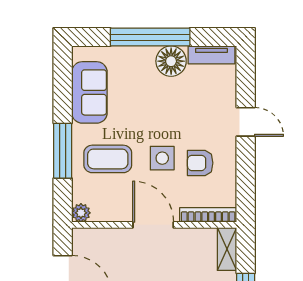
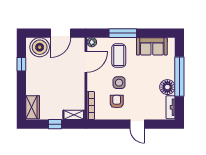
door: (246, 122) -> (137, 124), hinge flipped
door: (153, 225) -> (86, 62), moved

